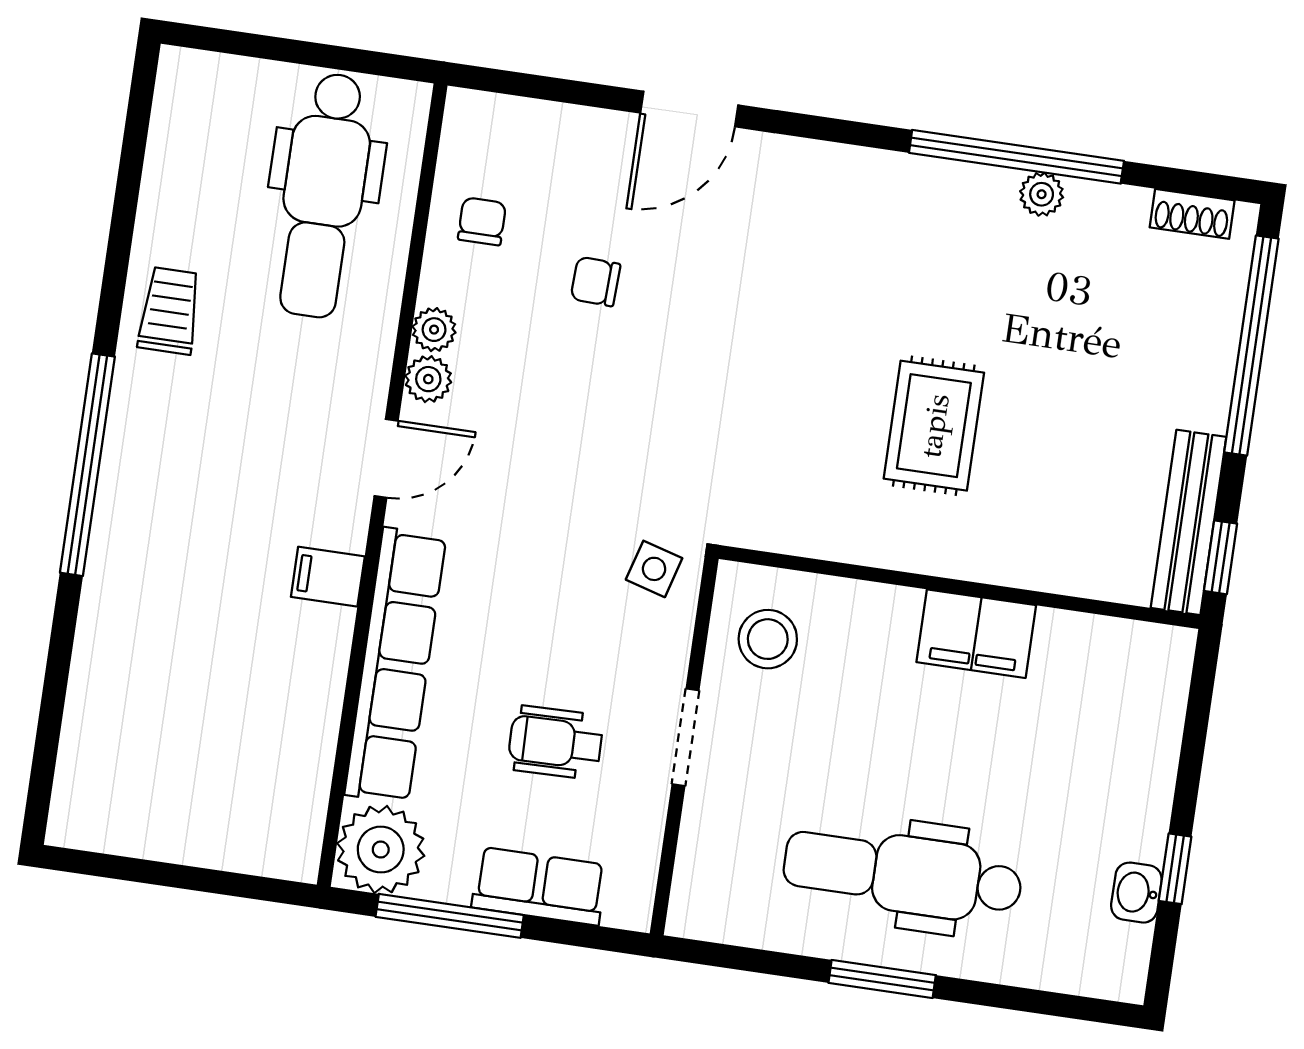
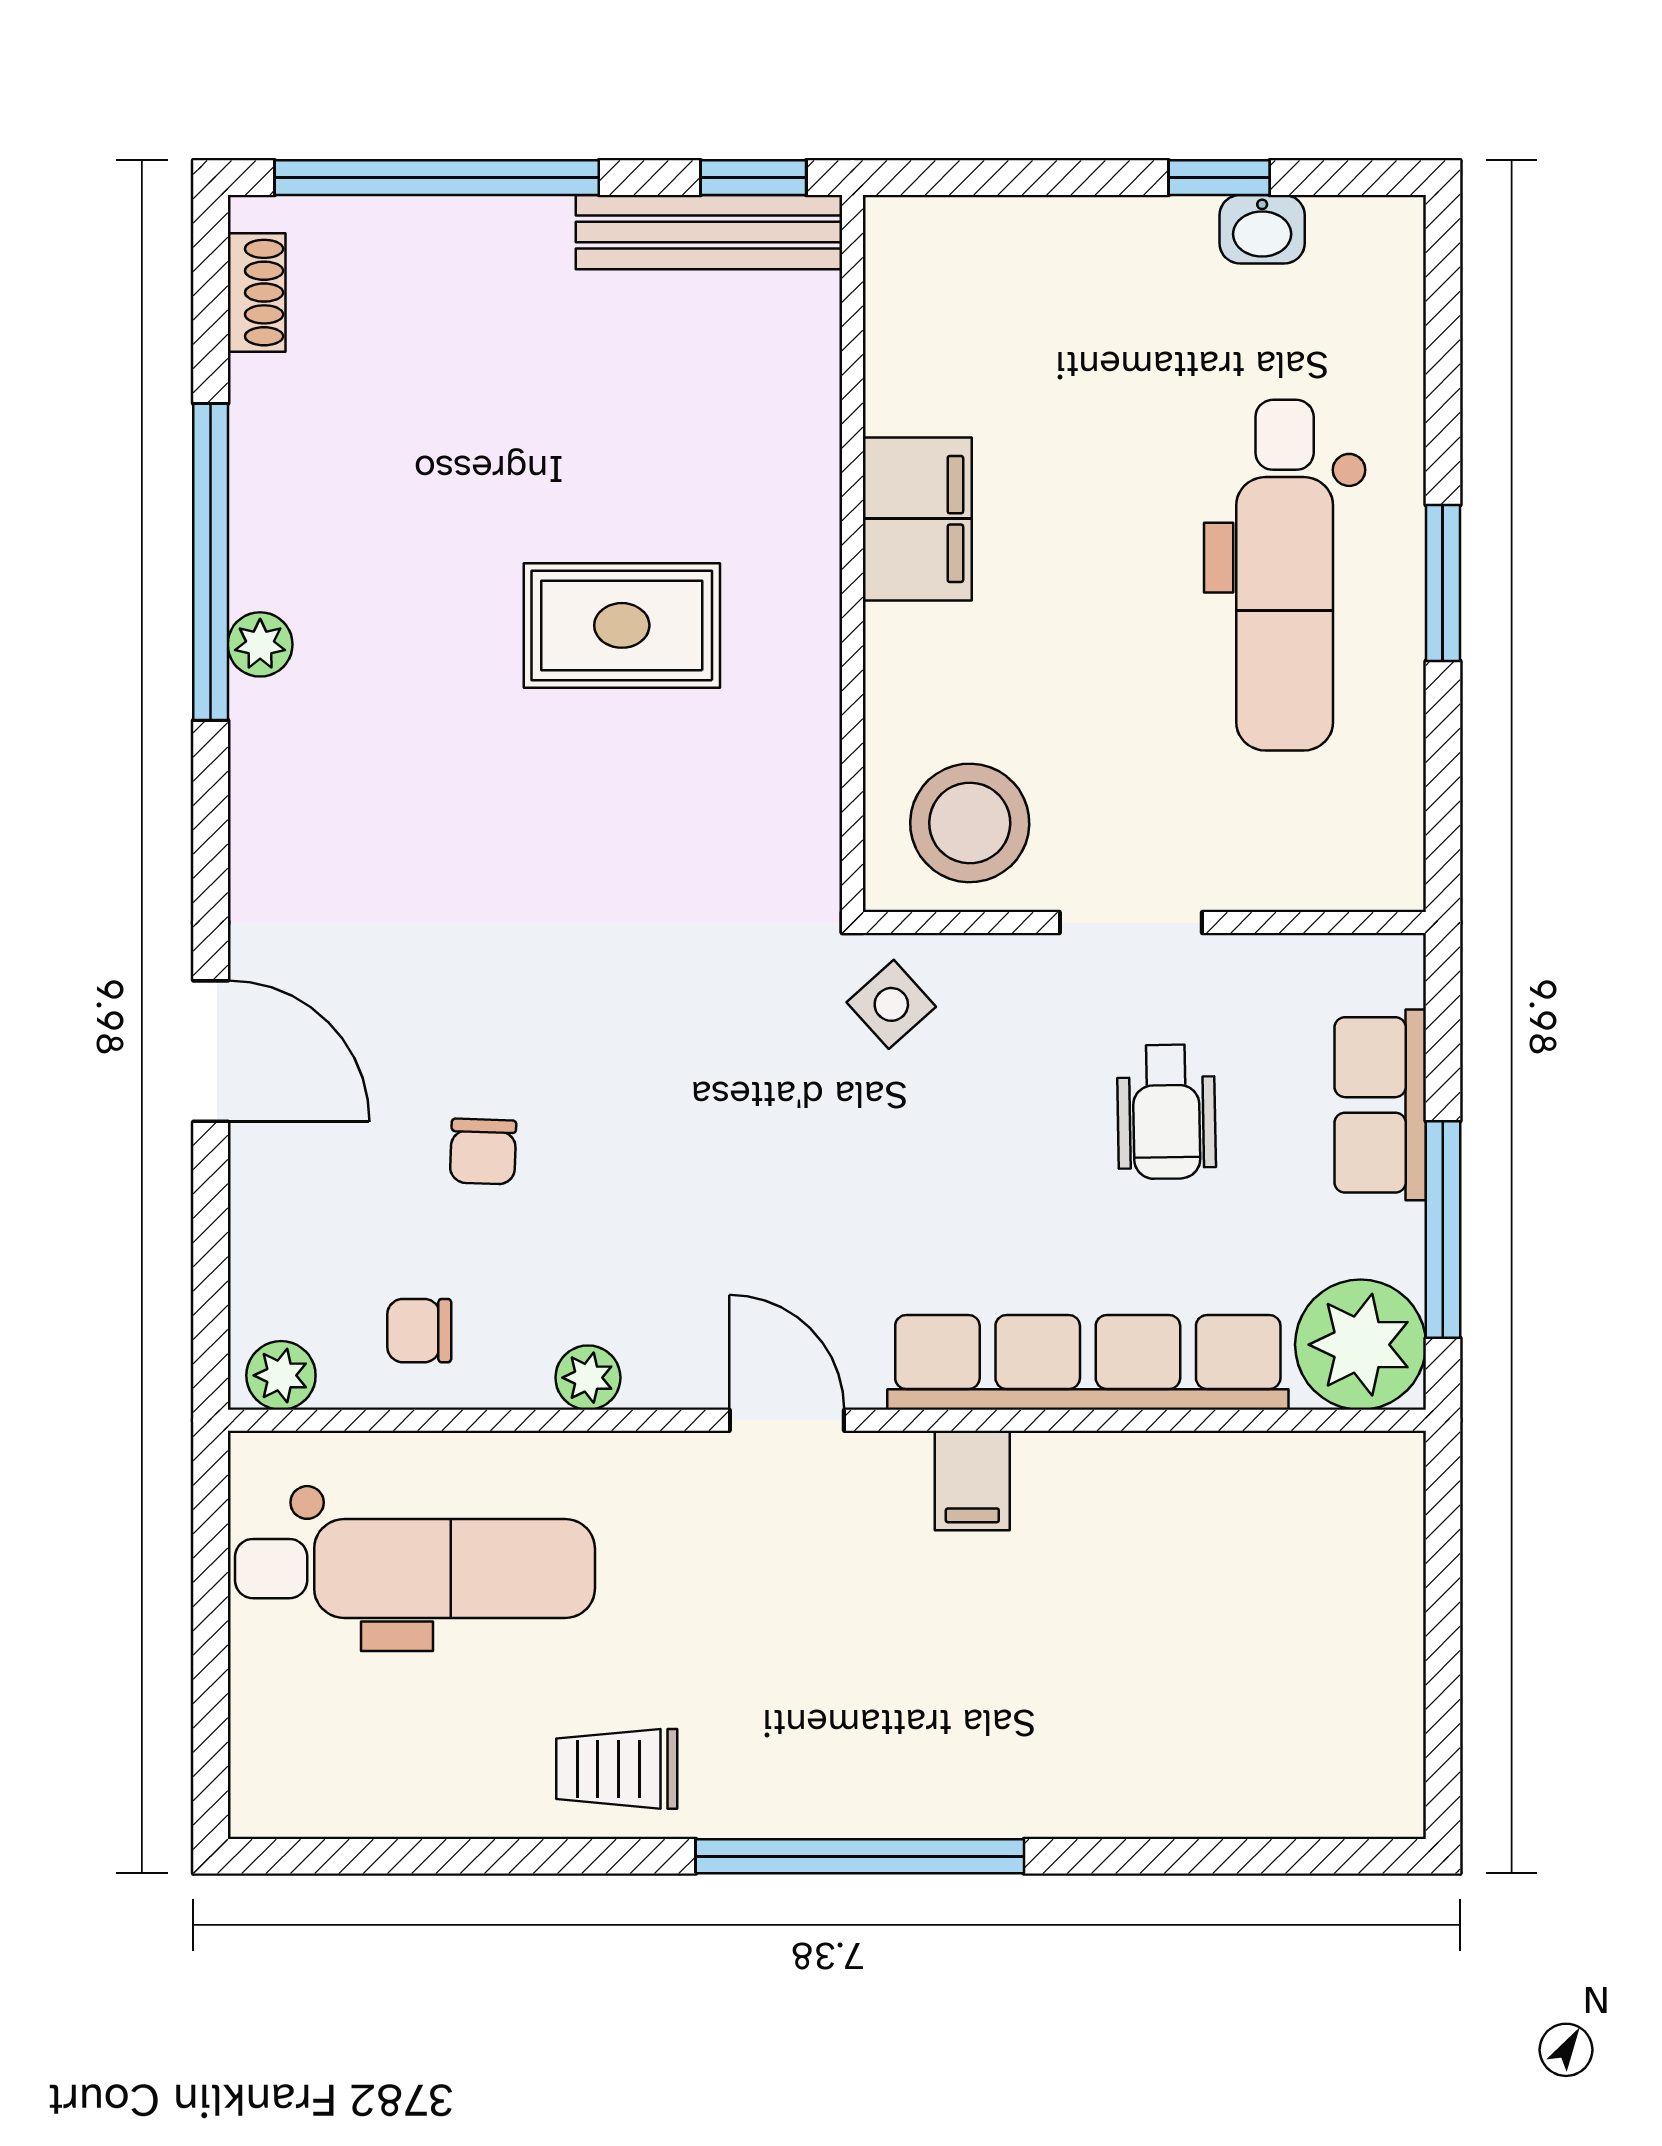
plant: (1042, 194) -> (260, 644), moved
plant: (428, 379) -> (281, 1375), moved
side table: (654, 569) -> (891, 1004), turned 32
stool: (768, 639) -> (970, 823), width x1.38, depth x1.38

